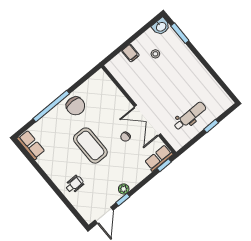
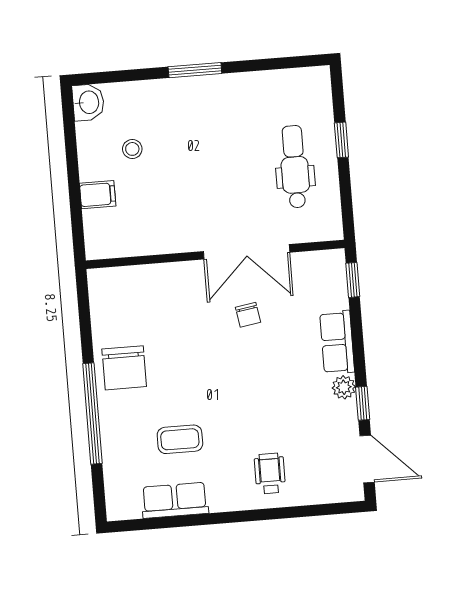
window: (180, 33) -> (195, 70), moved
chair: (76, 106) -> (124, 368), turned 90
row of seats: (31, 145) -> (175, 500), moved
coffee table: (90, 146) -> (180, 439), moved, width x0.54, depth x0.58
row of seats: (159, 158) -> (337, 342), moved

